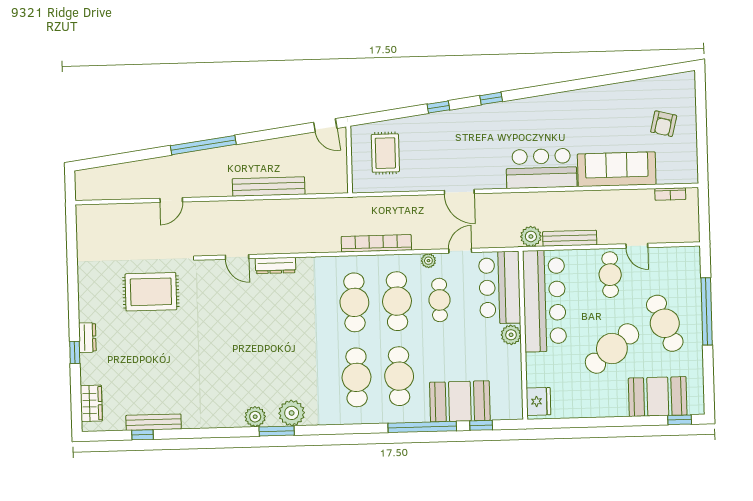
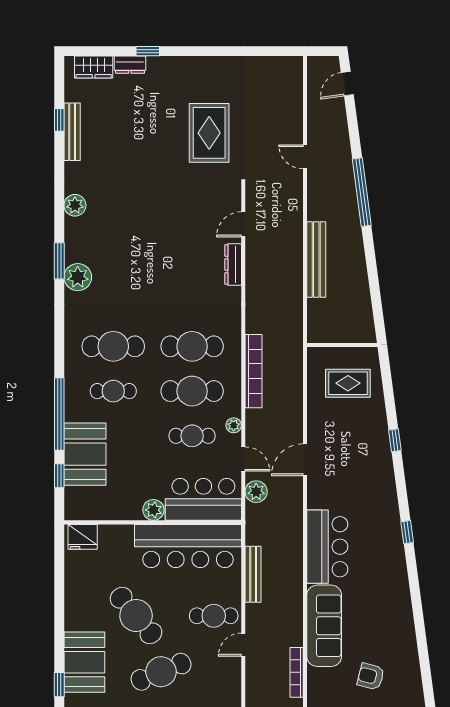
window: (491, 98) -> (407, 532), moved
door: (325, 125) -> (347, 84), moved
bookcase: (670, 194) -> (297, 672), width x1.56
plant: (531, 236) -> (256, 492), moved
dresser: (87, 338) -> (130, 65), moved
cafe table: (399, 376) -> (113, 391), width x0.73, depth x0.74
plant: (255, 417) -> (75, 205), moved

